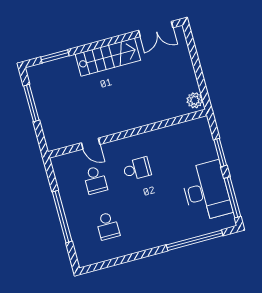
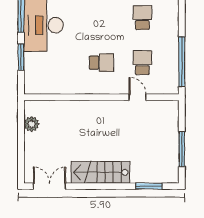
plant: (195, 100) -> (31, 124), moved
school desk: (137, 169) -> (101, 63), turned 180
window: (62, 217) -> (182, 62), moved

